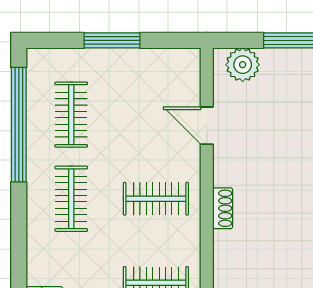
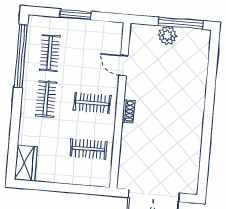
plant: (243, 65) -> (167, 35), moved

